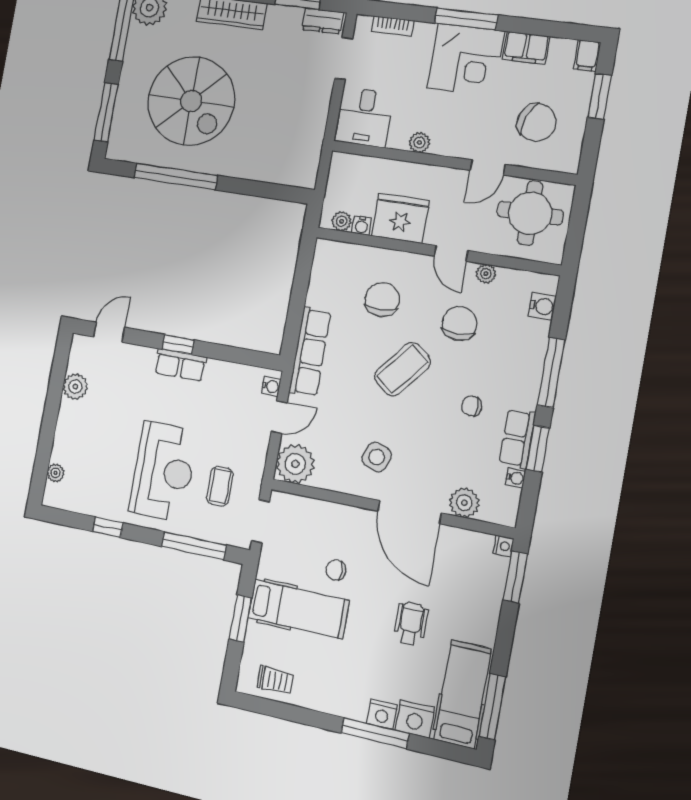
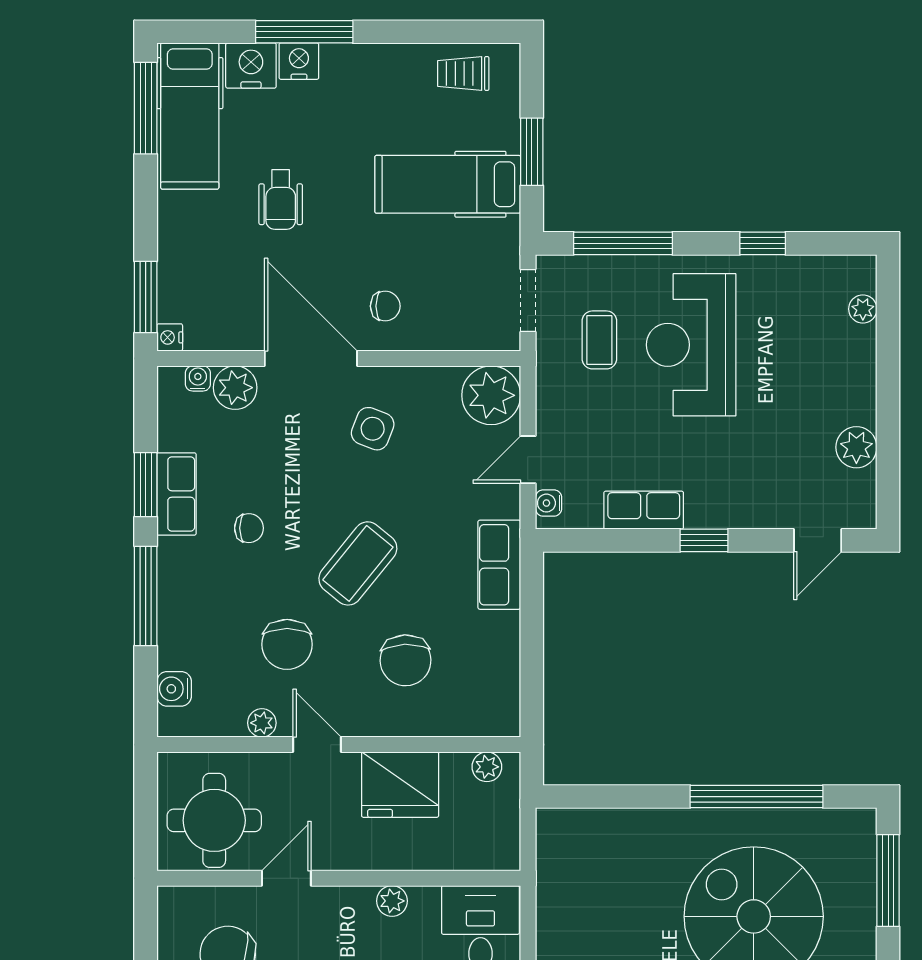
water cooler: (362, 225) -> (456, 765), removed
row of seats: (310, 352) -> (499, 565), width x0.68
row of seats: (180, 365) -> (644, 510), moved
water cooler: (516, 478) -> (198, 378), moved, turned 90
chair: (336, 570) -> (385, 306), moved

